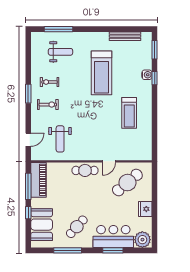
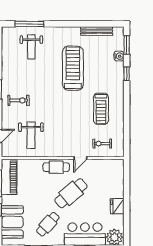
weight bench: (60, 52) -> (31, 47), turned 90
treadmill: (101, 73) -> (73, 68), turned 180
water cooler: (147, 75) -> (119, 56), moved
exercise bike: (50, 82) -> (102, 144), moved
cafe table: (127, 183) -> (71, 193), moved

